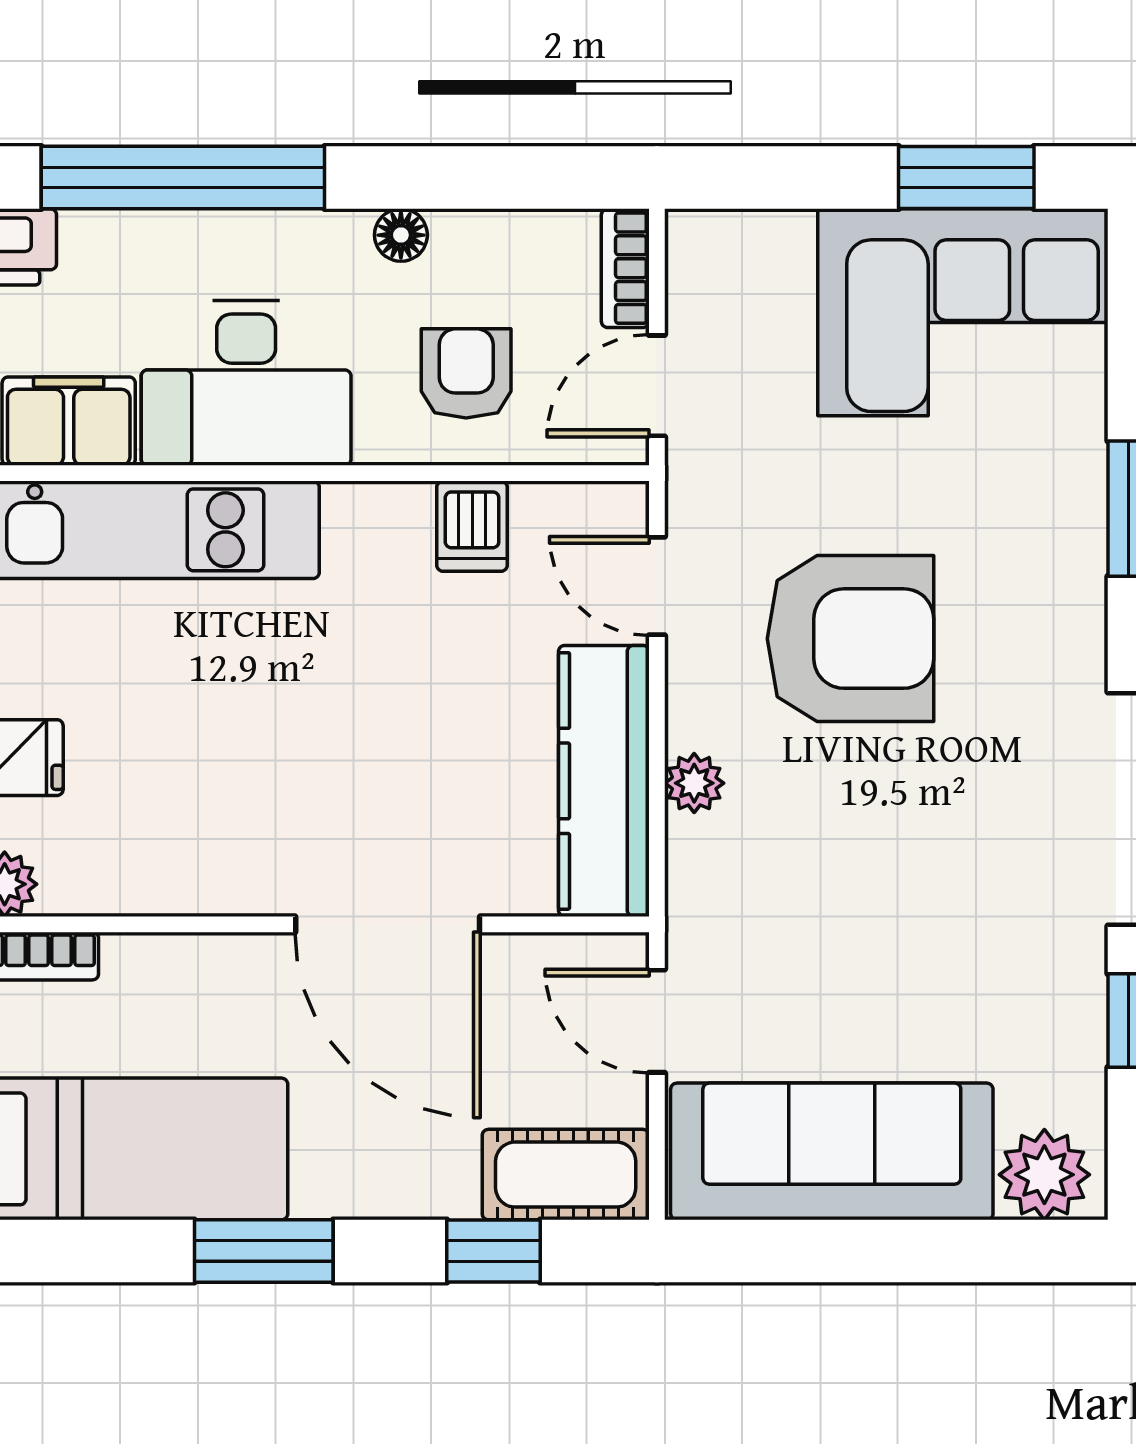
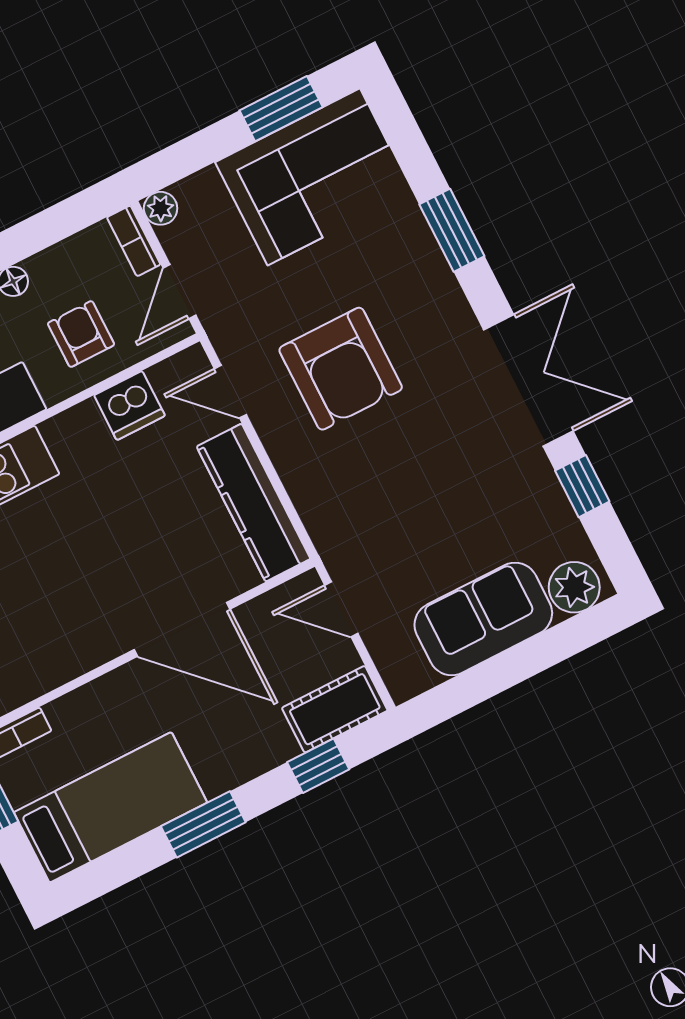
dishwasher: (472, 526) -> (129, 405), width x1.38
armchair: (850, 639) -> (341, 369), turned 90
plant: (694, 783) -> (161, 208), moved
sofa: (832, 1151) -> (483, 619), width x0.73

